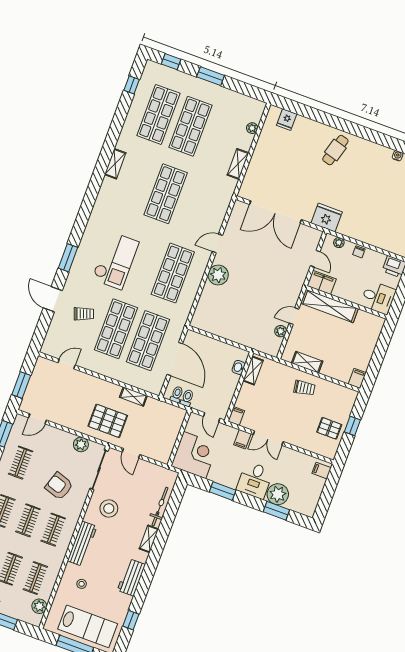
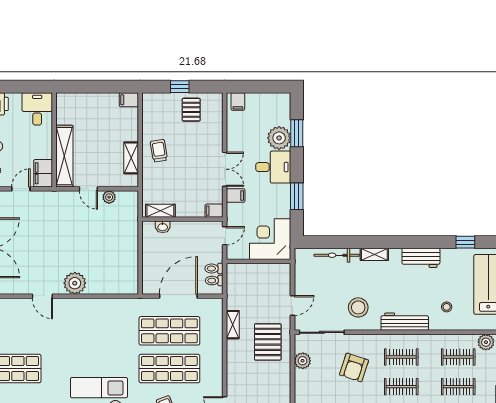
shop shelf: (173, 273) -> (90, 331), removed

